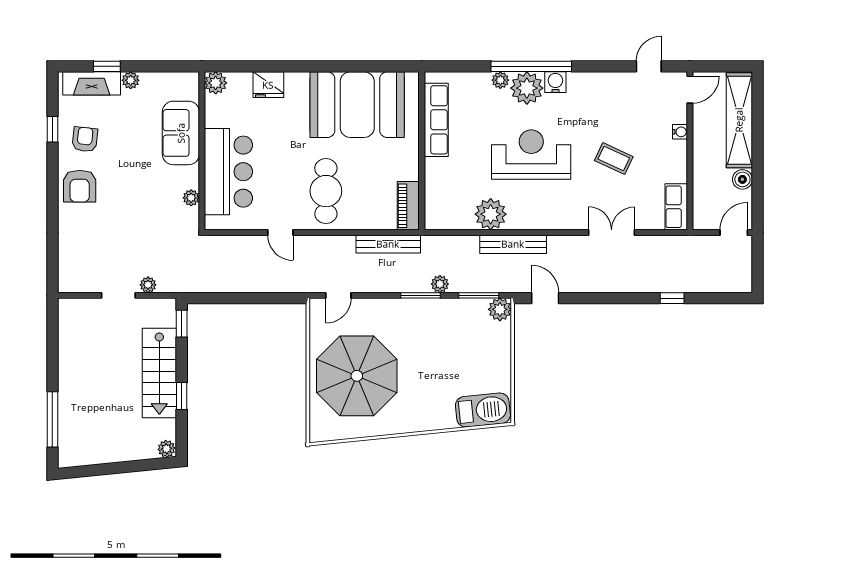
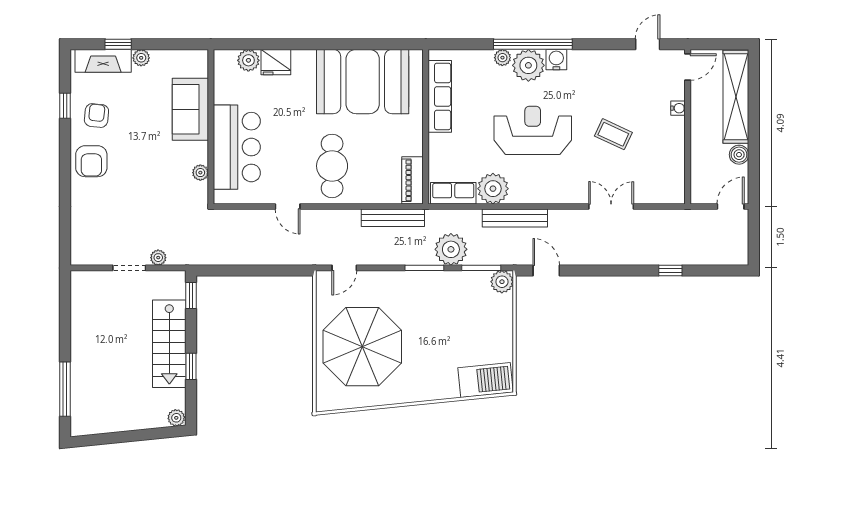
plant: (216, 83) -> (248, 60), moved
row of seats: (676, 207) -> (453, 193), moved, turned 90
plant: (440, 284) -> (451, 249), width x1.87, depth x1.87

